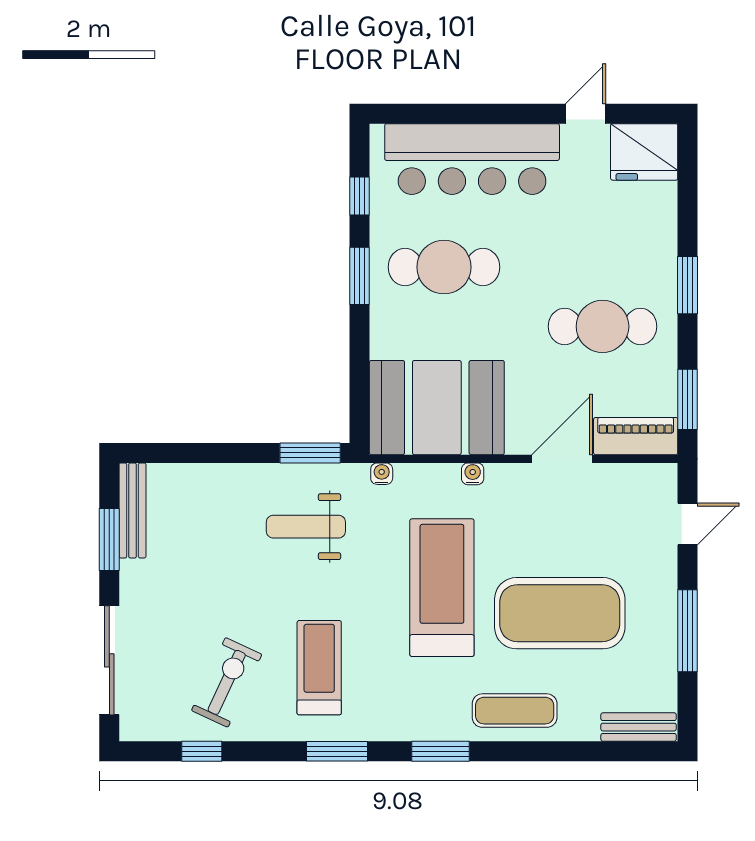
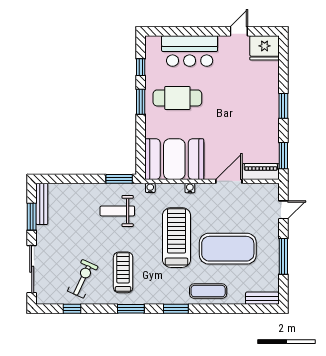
bar counter: (472, 159) -> (190, 51), width x0.73
cafe table: (603, 326) -> (246, 124), removed

